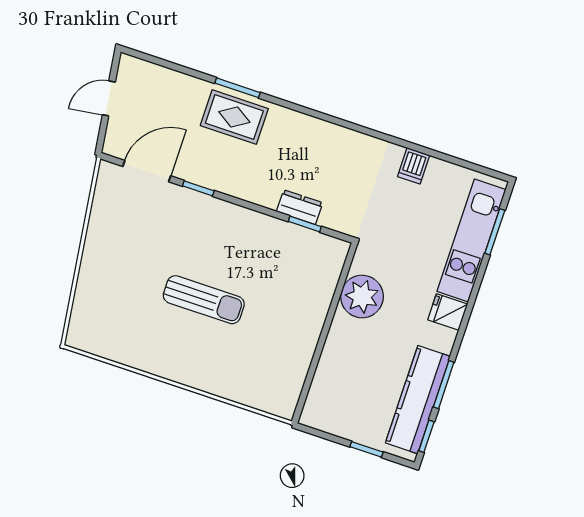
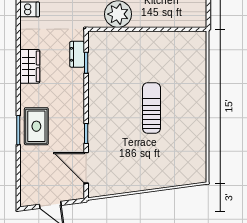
wardrobe: (328, 137) -> (30, 66), added
dresser: (300, 207) -> (77, 54), moved

